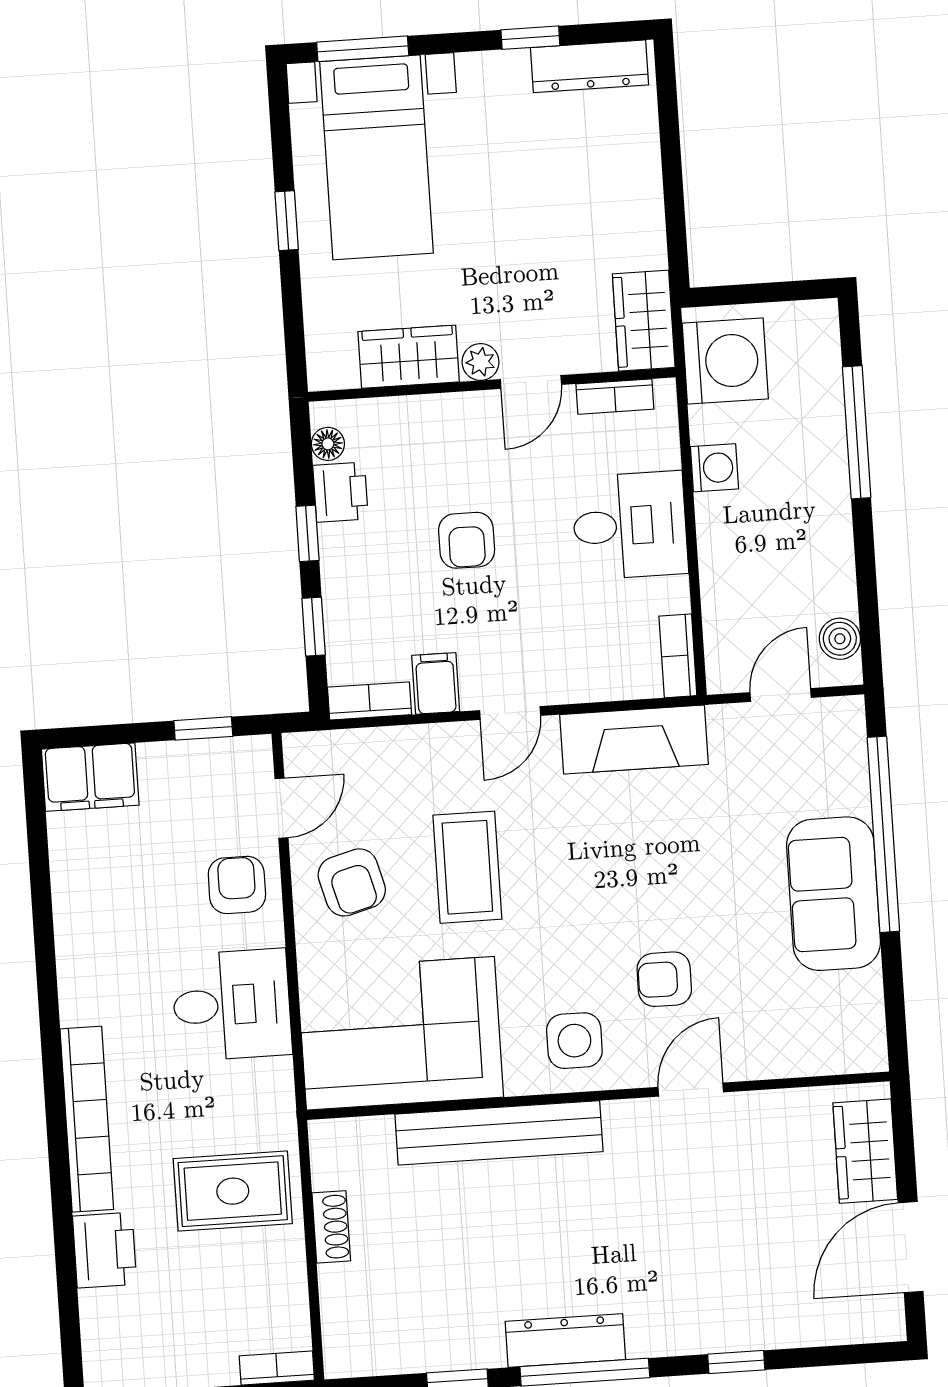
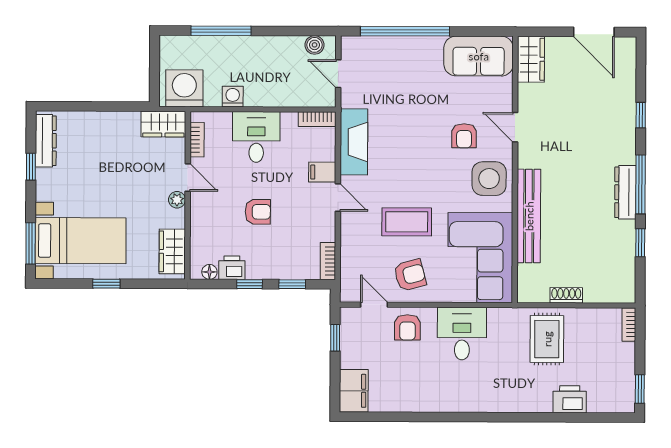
wardrobe: (409, 357) -> (172, 251), moved
filing cabinet: (436, 683) -> (322, 172), moved
armchair: (237, 885) -> (407, 327), turned -90
sofa: (834, 894) -> (479, 56), moved
side table: (574, 1041) -> (489, 179), width x1.37, depth x1.37
bookcase: (87, 1119) -> (509, 403), removed
wardrobe: (865, 1151) -> (531, 59), moved, turned -90

